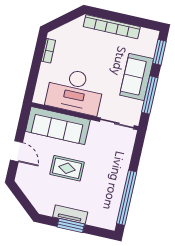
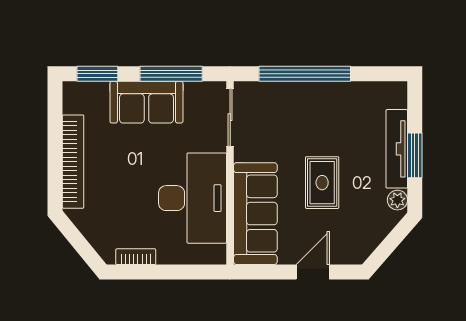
window: (127, 198) -> (305, 74), moved
plant: (47, 210) -> (397, 200), added
tv unit: (70, 214) -> (397, 149), width x1.41

